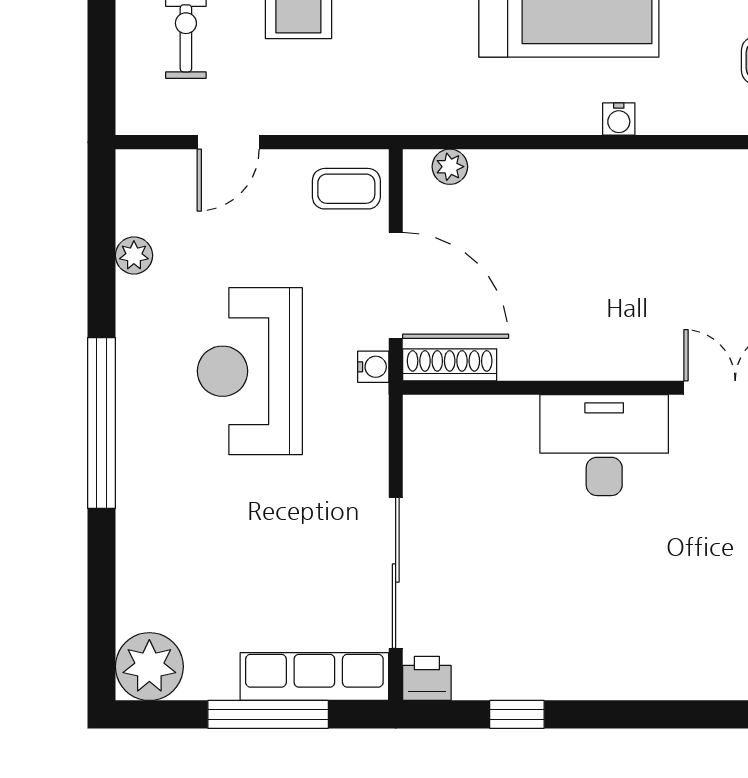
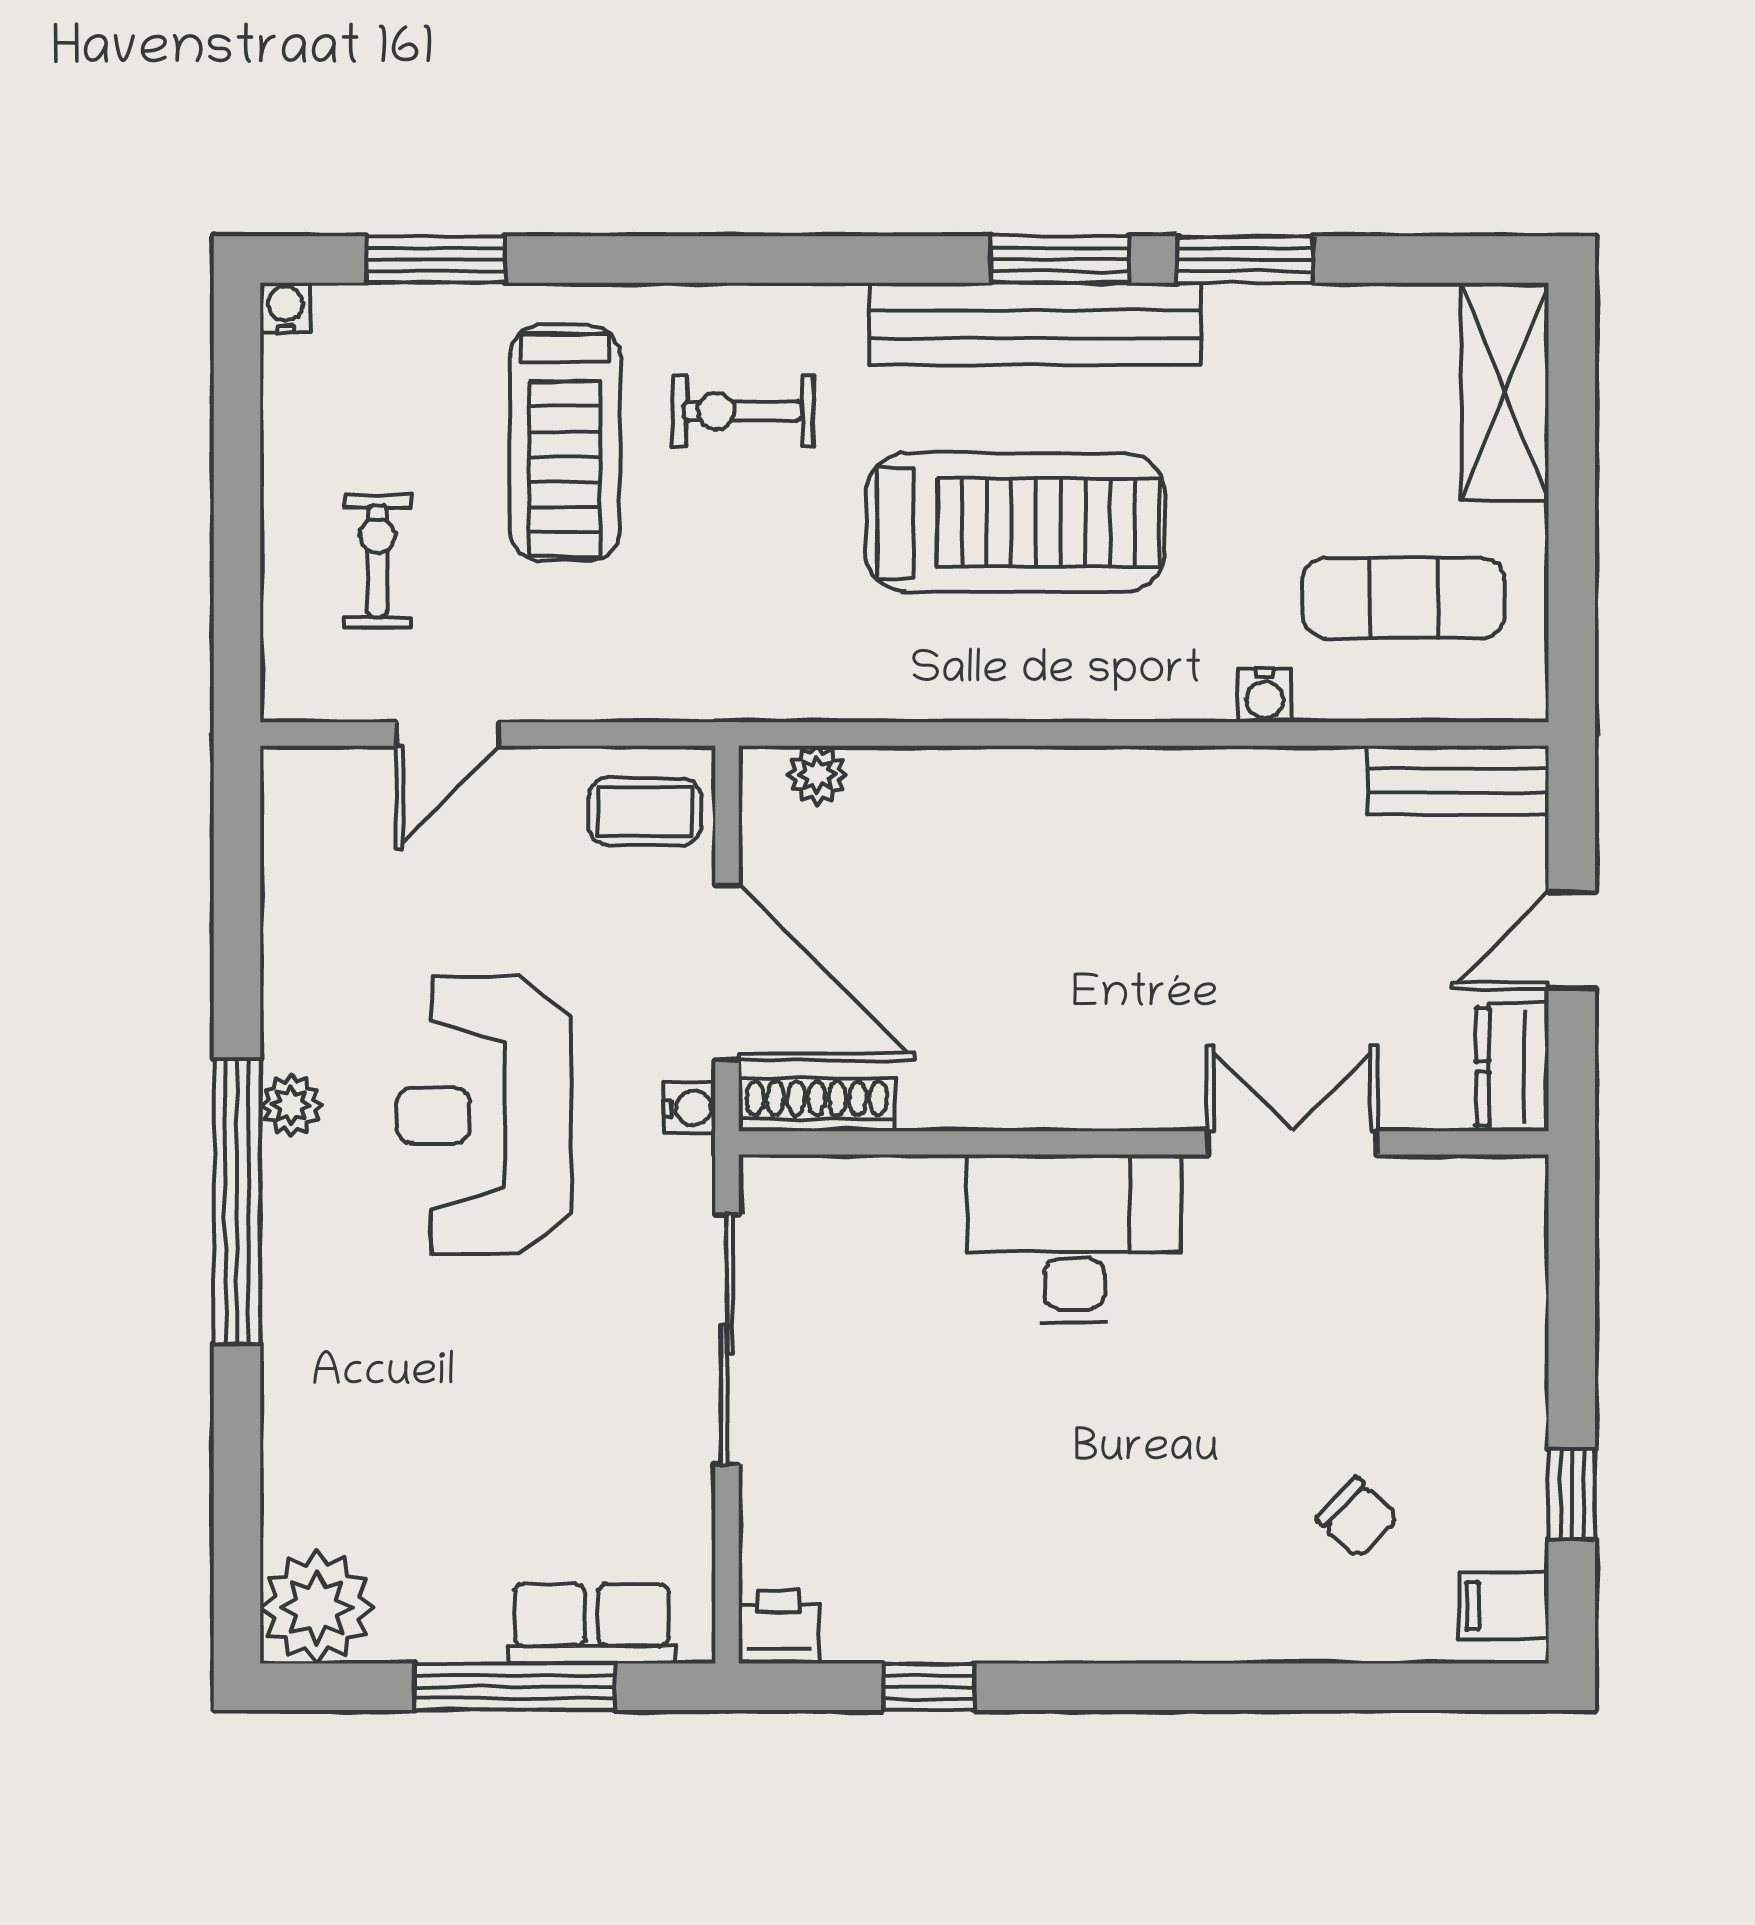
water cooler: (619, 119) -> (1265, 696), moved
plant: (134, 255) -> (291, 1105), moved
sliding door: (396, 573) -> (727, 1340), moved
row of seats: (314, 677) -> (591, 1624), width x0.68

